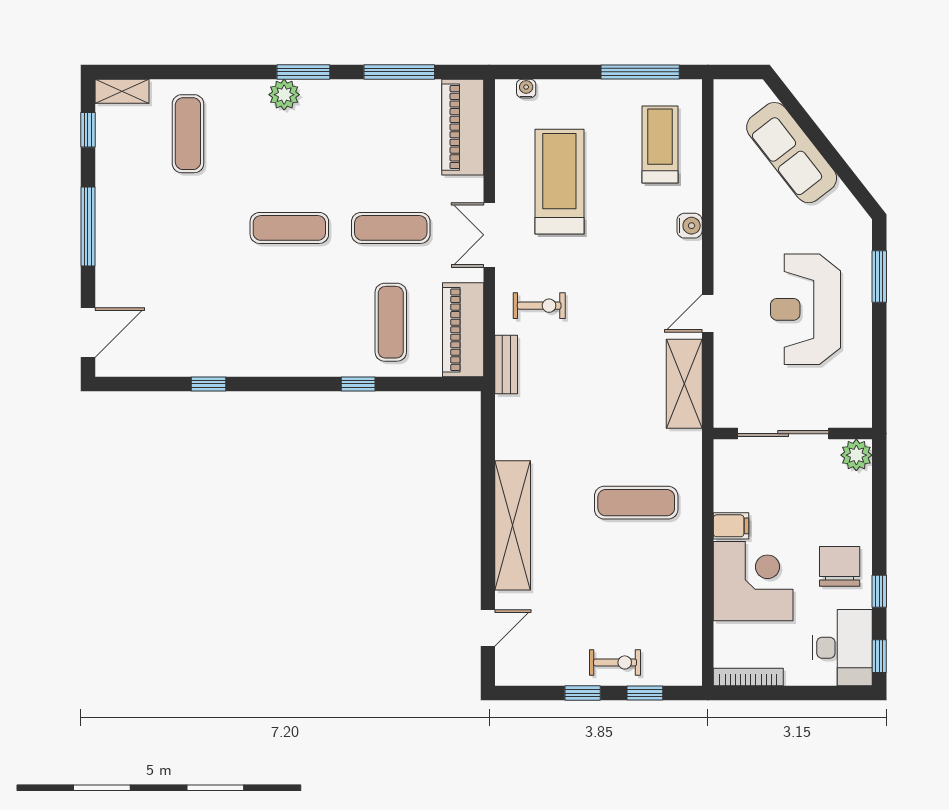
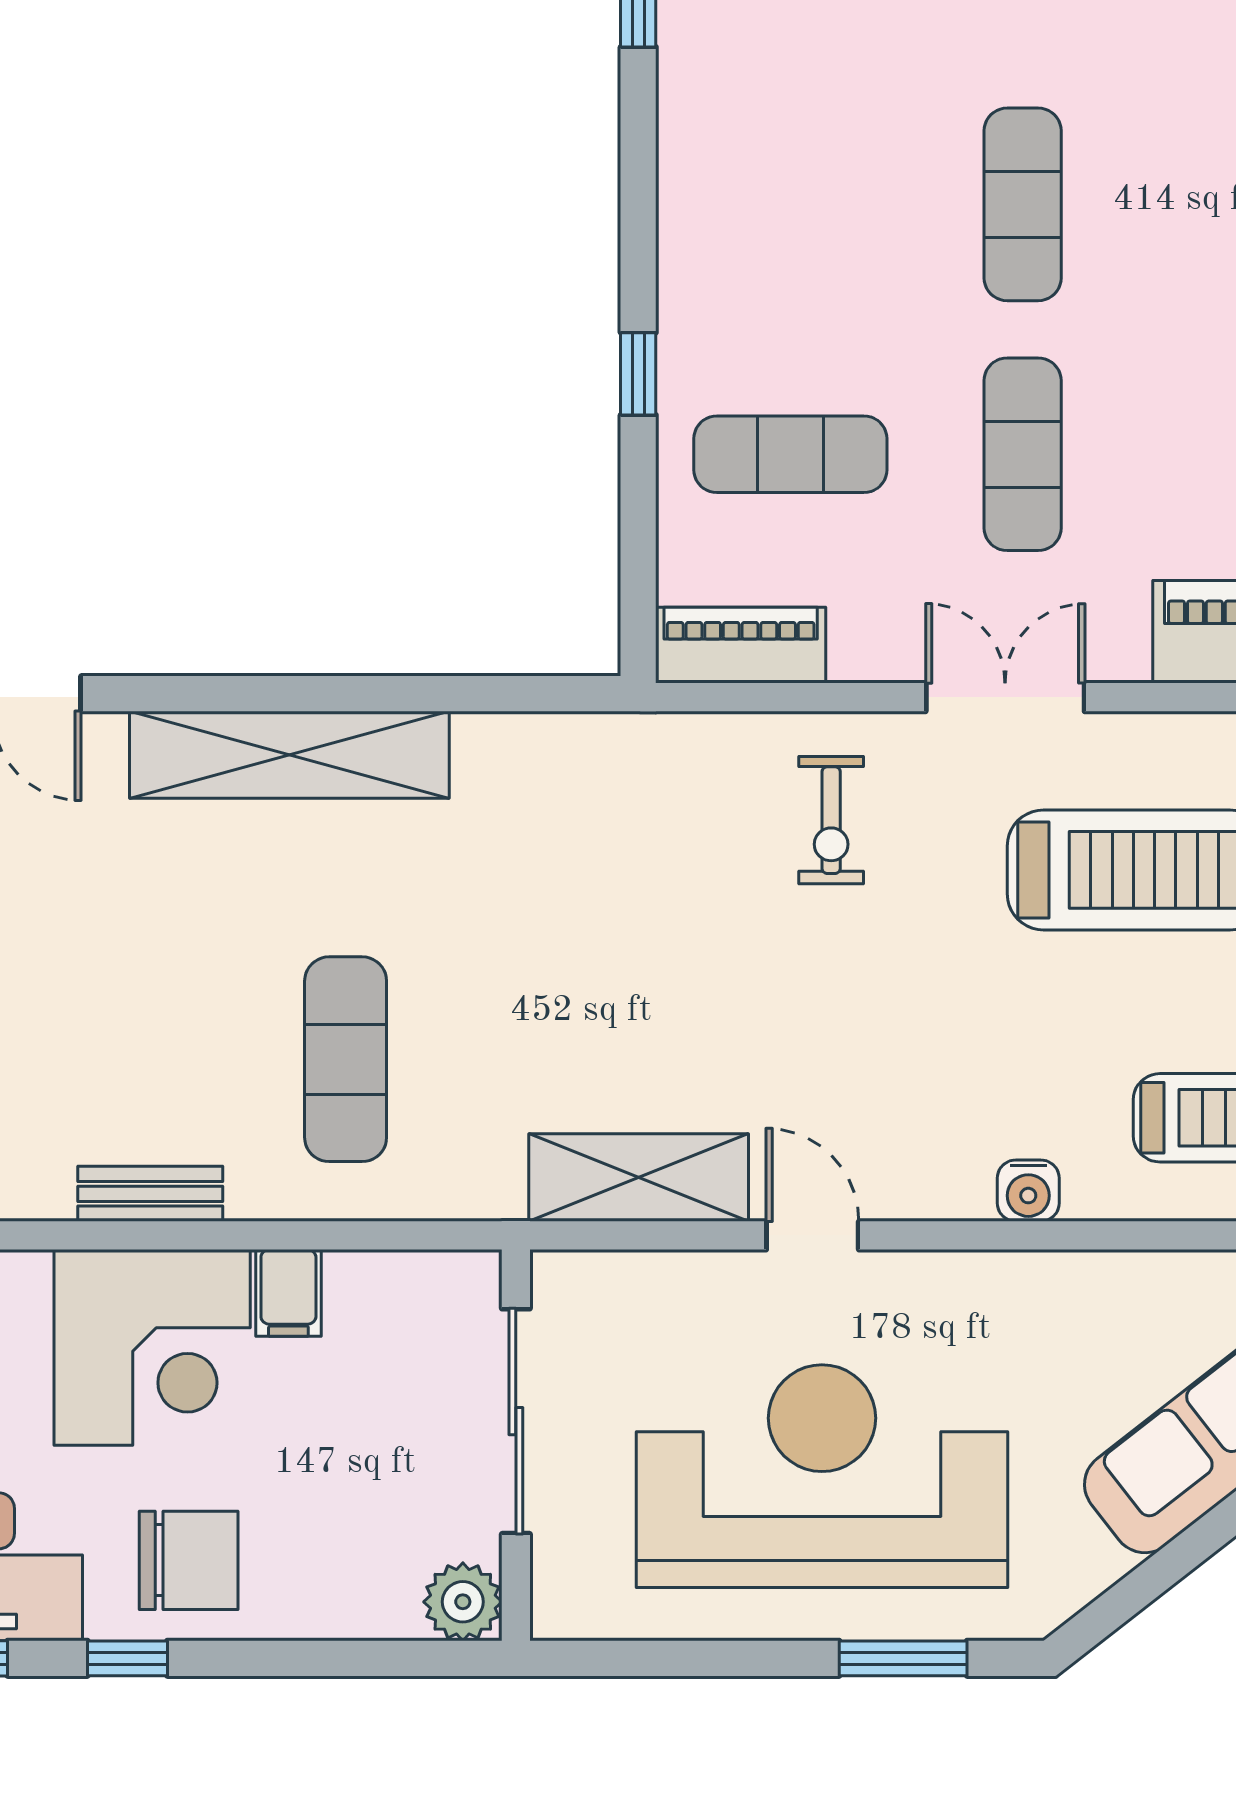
reception desk: (805, 309) -> (822, 1476), width x1.36, depth x1.30
piano: (463, 330) -> (741, 645), width x0.73, depth x0.75
bench: (506, 365) -> (150, 1194), moved

